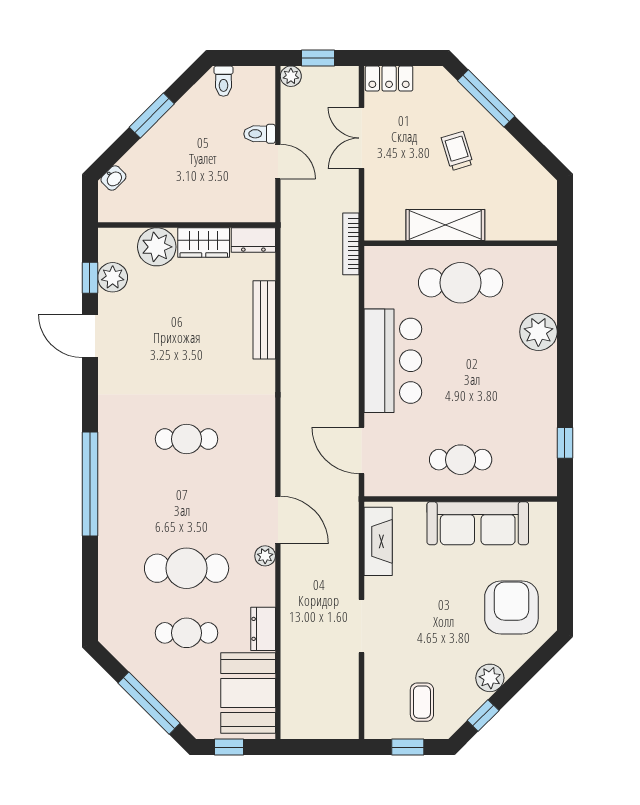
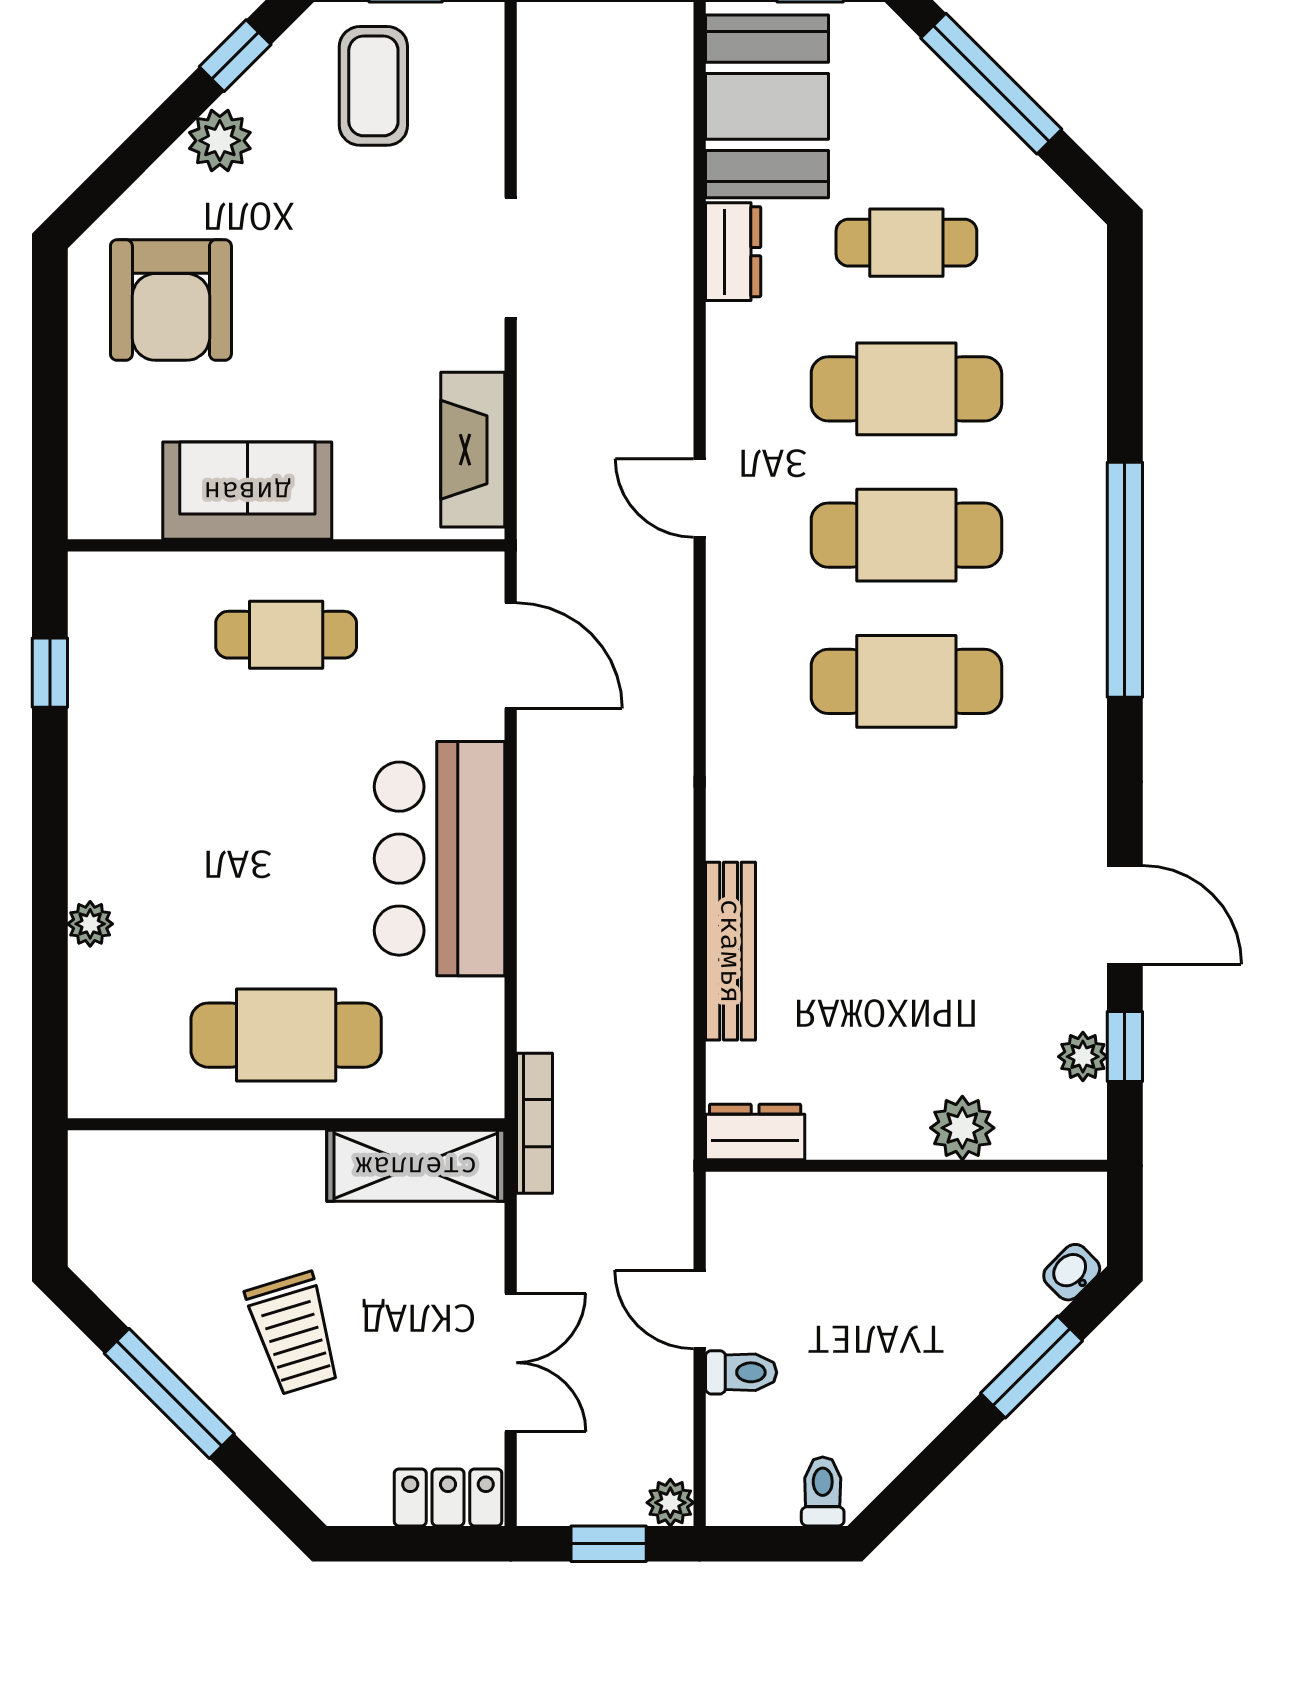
window: (486, 98) -> (169, 1393), moved
window: (152, 115) -> (1032, 1367), moved
trolley: (457, 151) -> (294, 1333), width x1.36, depth x1.39
shelving: (445, 225) -> (416, 1166), moved
wardrobe: (204, 243) -> (868, 1126), removed
plant: (157, 247) -> (962, 1128), width x0.73, depth x0.73
plant: (113, 277) -> (1083, 1057), width x0.73, depth x0.73
plant: (538, 332) -> (90, 924), width x0.53, depth x0.53
cafe table: (187, 439) -> (906, 681), width x1.37, depth x1.35
cafe table: (187, 504) -> (906, 535), added
door: (278, 520) -> (700, 498), width x0.73
sofa: (478, 523) -> (247, 491), width x0.73
plant: (265, 556) -> (729, 417), removed
coffee table: (422, 702) -> (373, 86), width x1.36, depth x1.30

